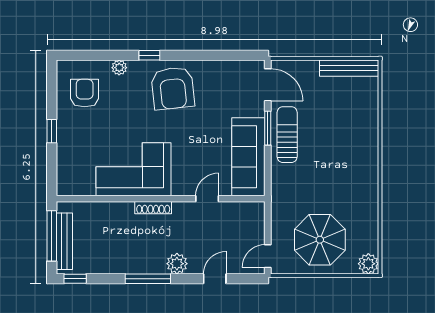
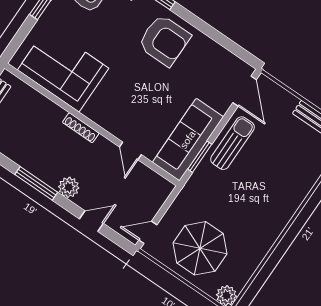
armchair: (173, 88) -> (164, 40), turned -84
window: (268, 128) -> (200, 157), moved
corner sofa: (134, 169) -> (63, 69), moved
door: (207, 199) -> (130, 151), swing flipped

